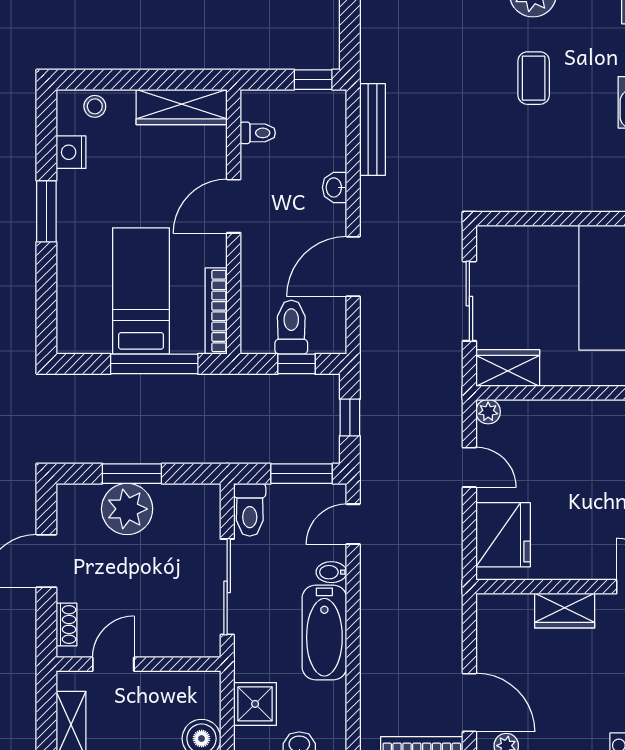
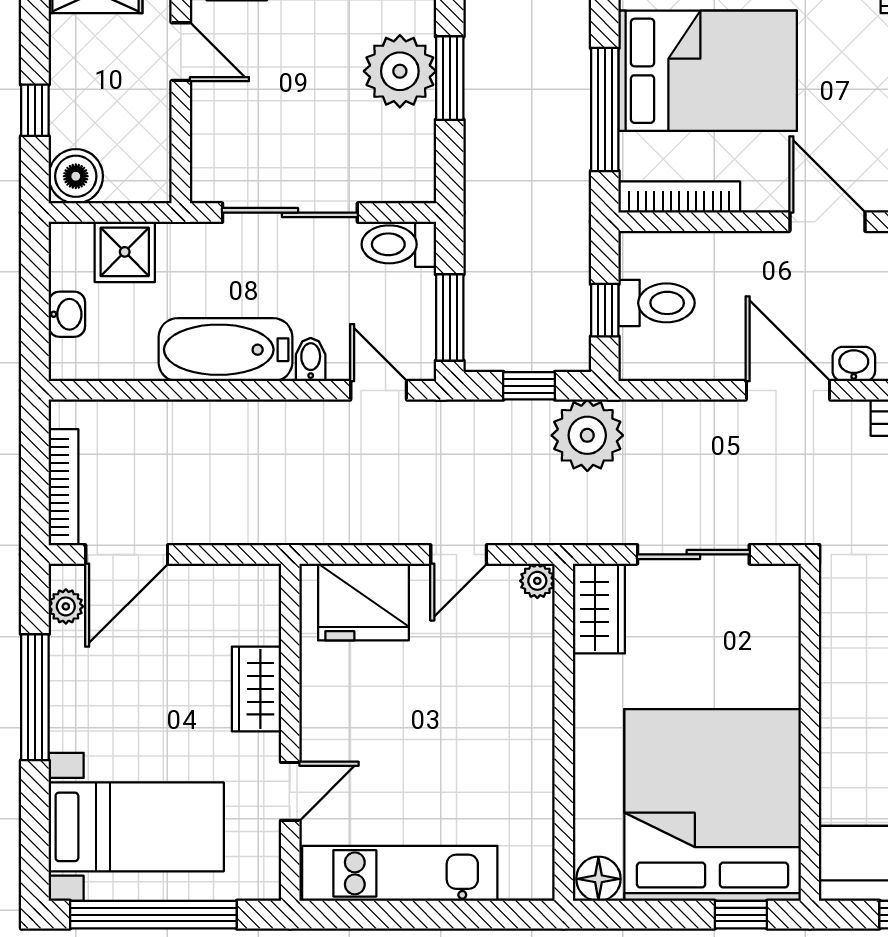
door: (353, 266) -> (788, 390), moved
bed: (141, 291) -> (708, 71), width x1.50
plant: (385, 376) -> (587, 435), added

